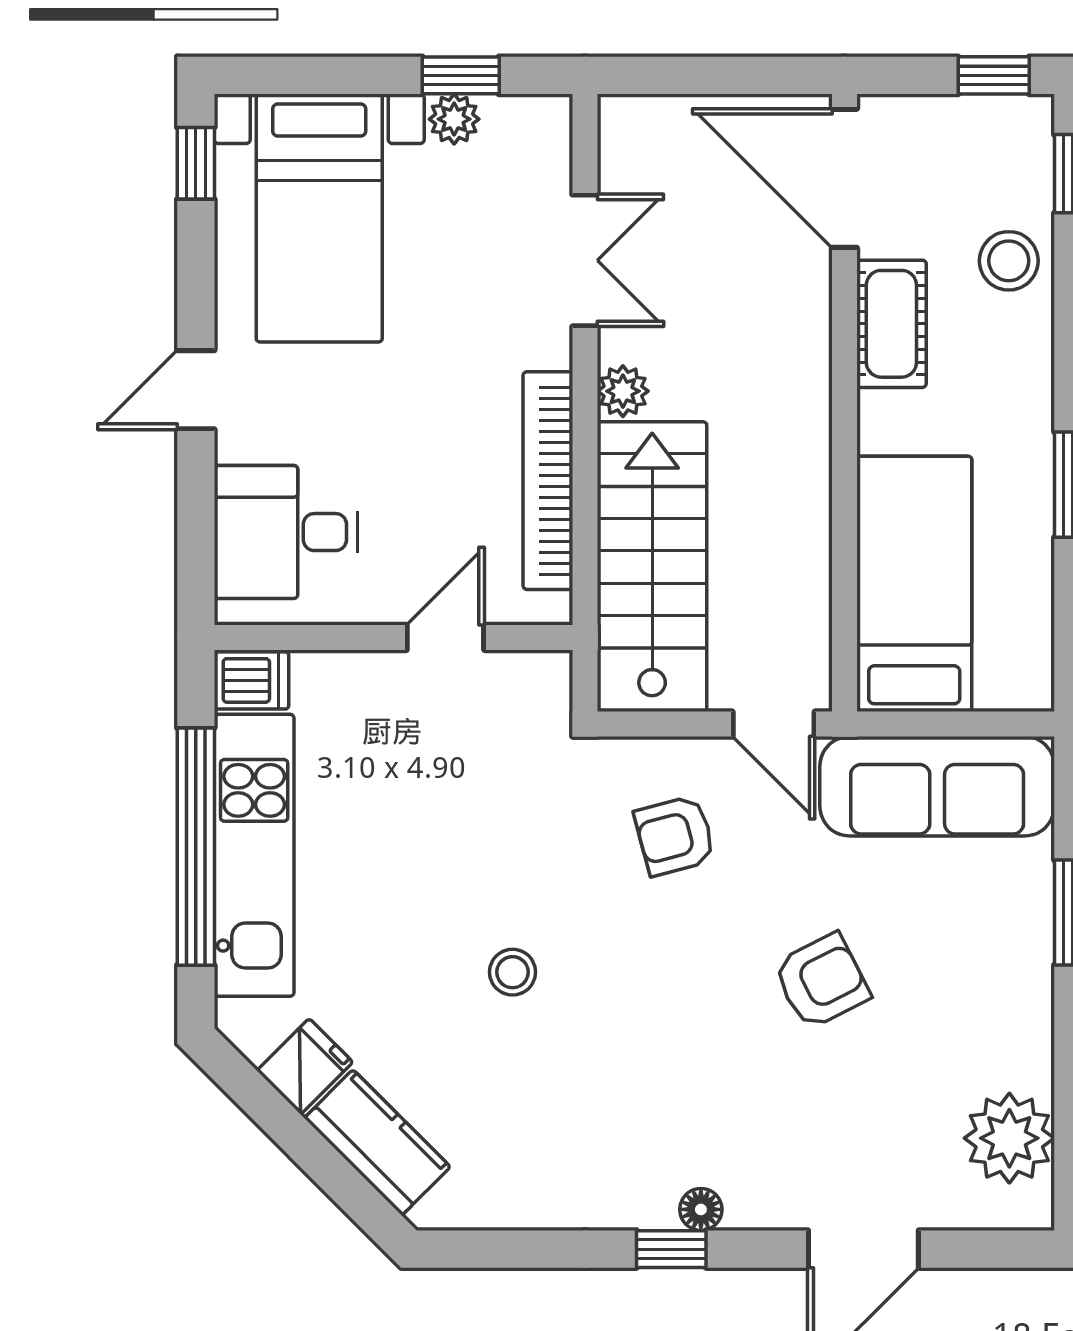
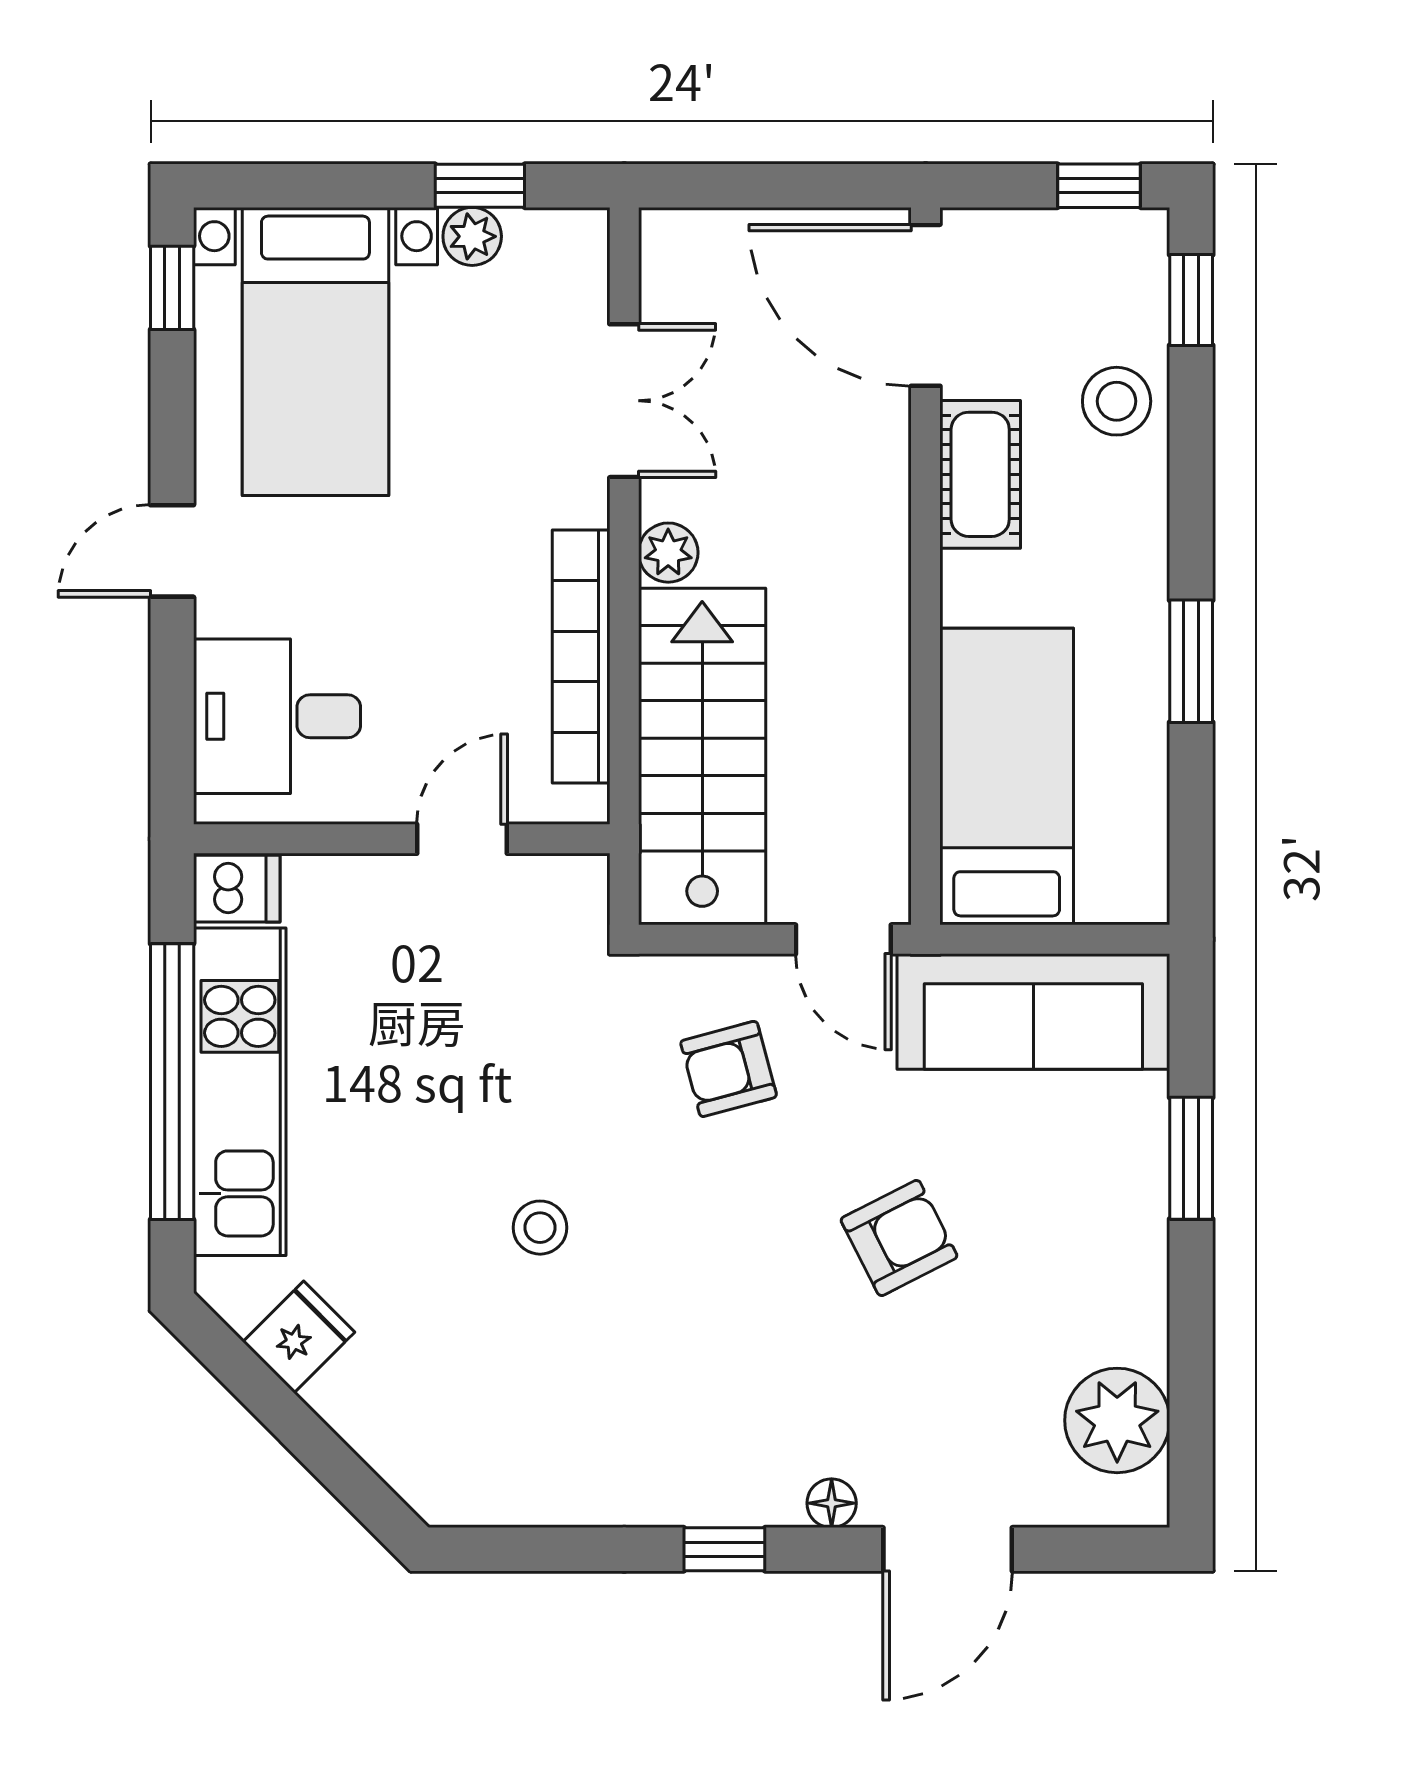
kitchen counter: (377, 1142) -> (383, 1425), removed
floor lamp: (701, 1209) -> (832, 1503), moved

